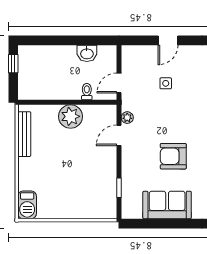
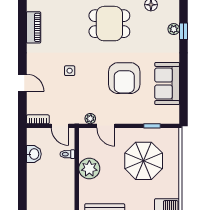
bookcase: (126, 58) -> (38, 119), added
side table: (166, 83) -> (70, 71), moved
armchair: (173, 156) -> (124, 78), width x1.36, depth x1.36
parasol: (79, 178) -> (144, 161), added

